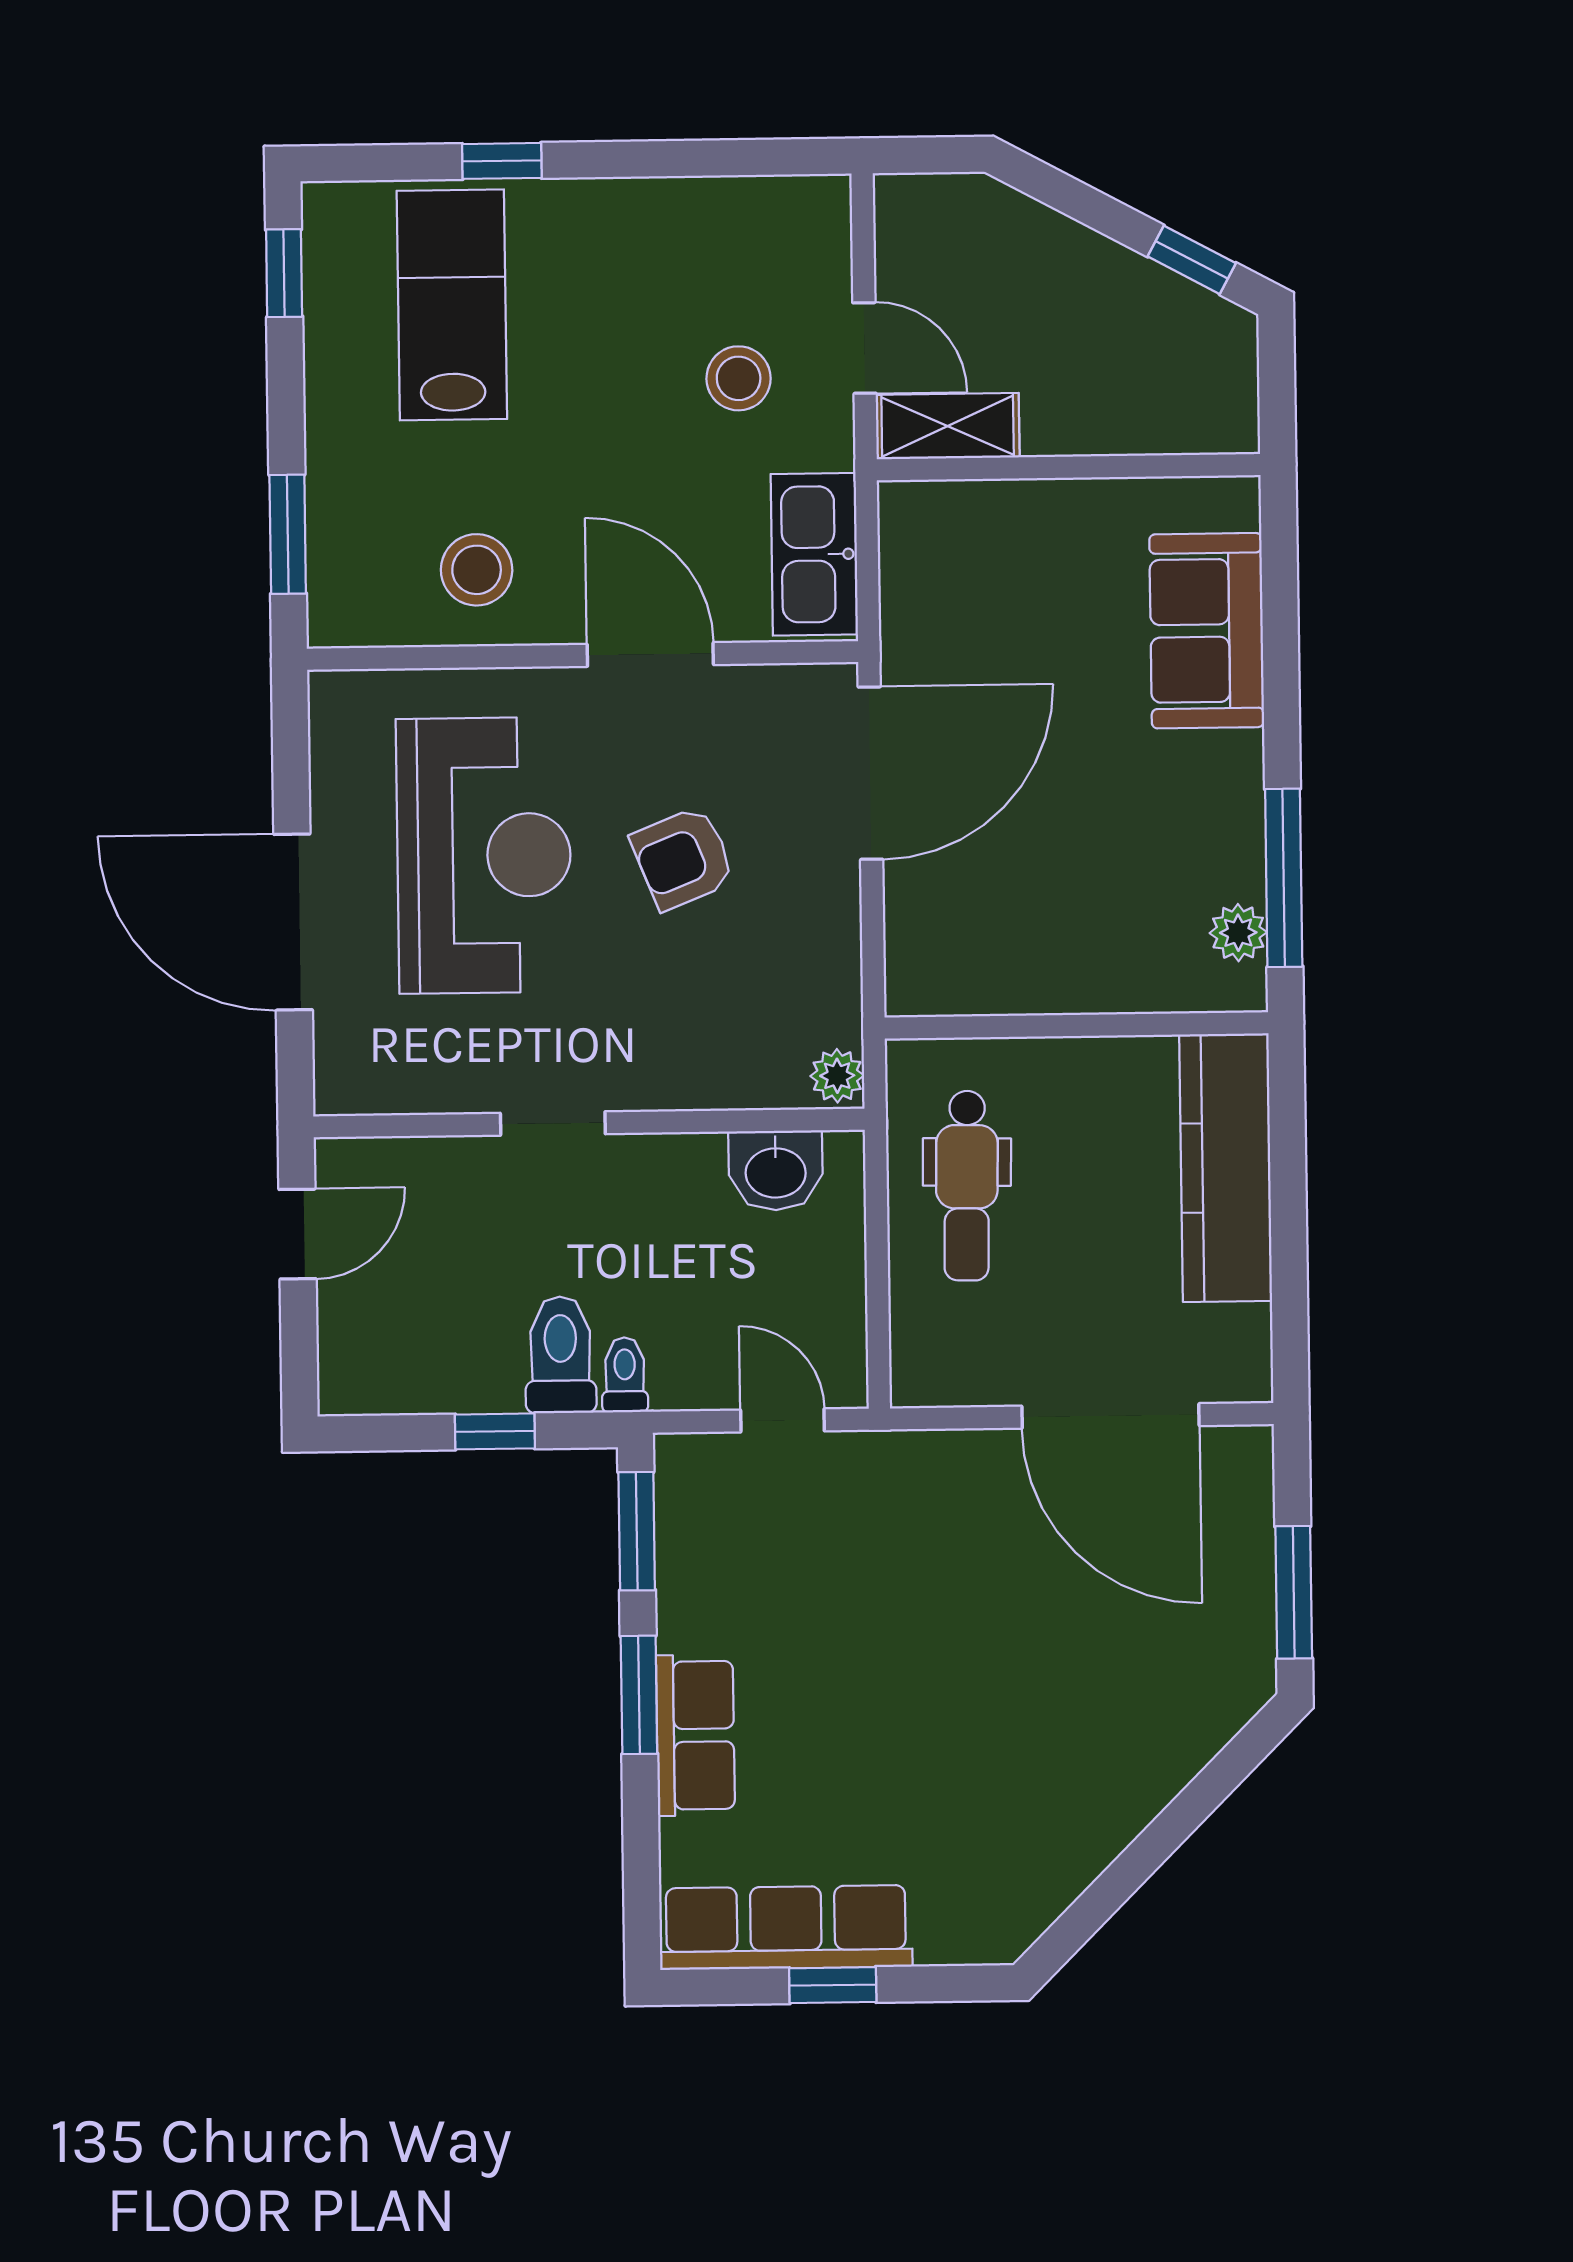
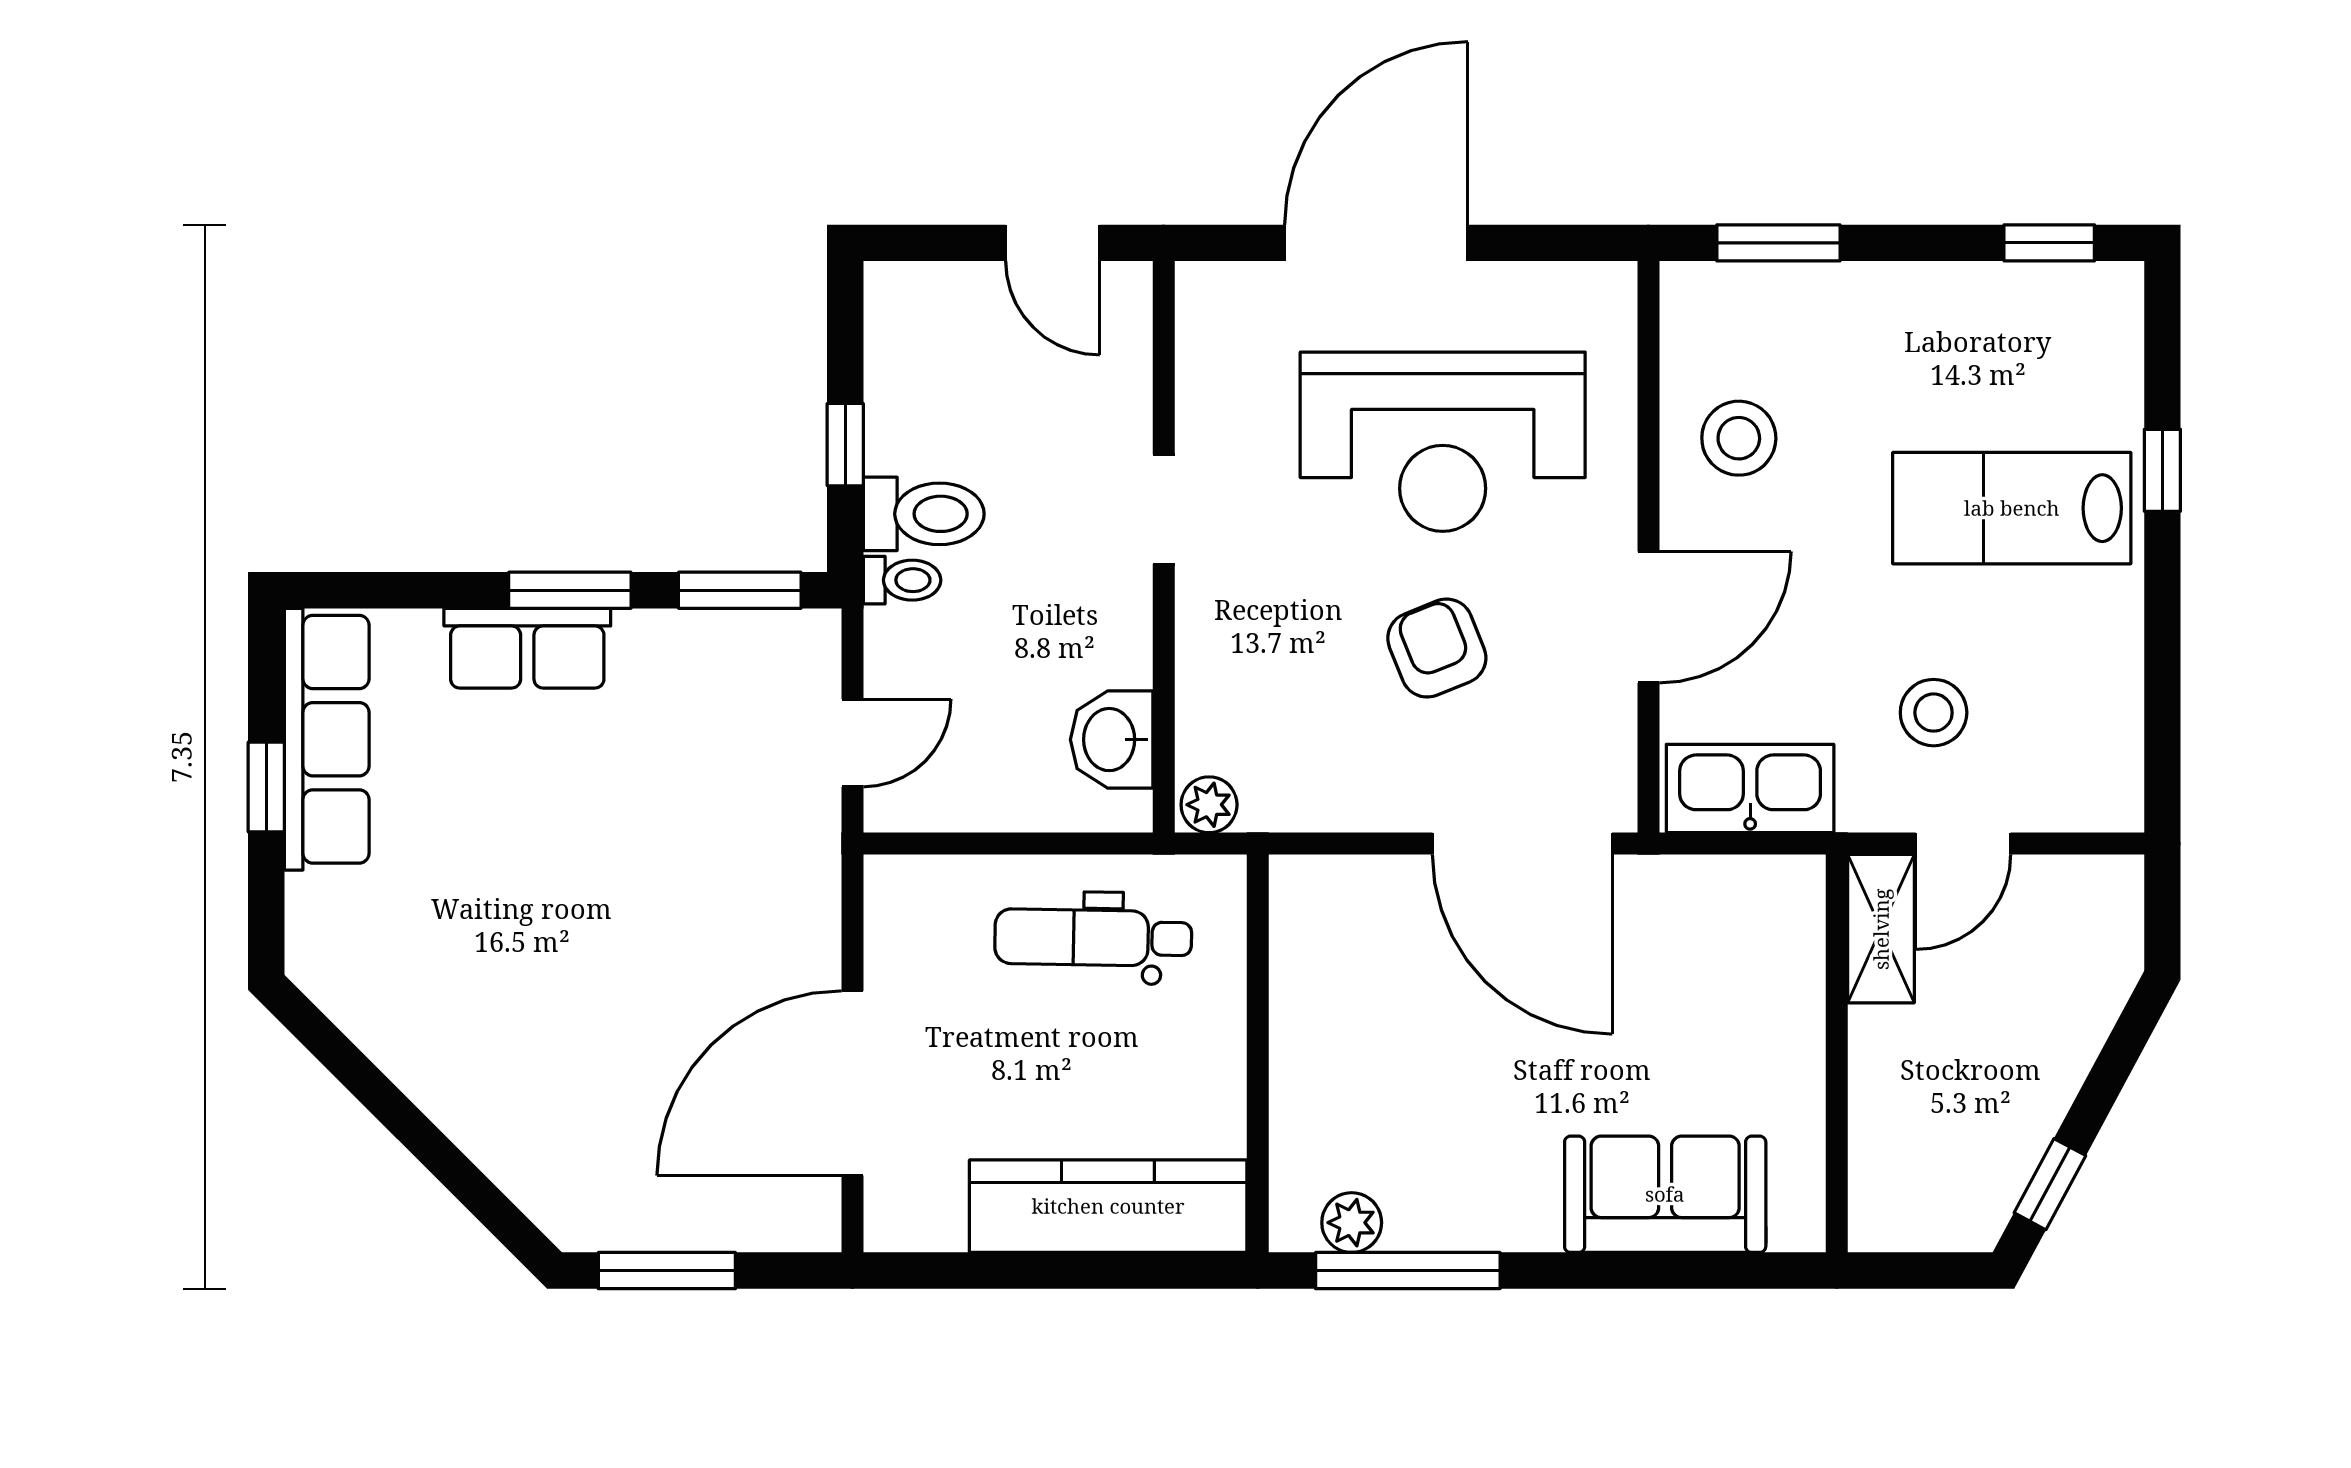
lab bench: (452, 305) -> (2012, 508), moved, turned 180

